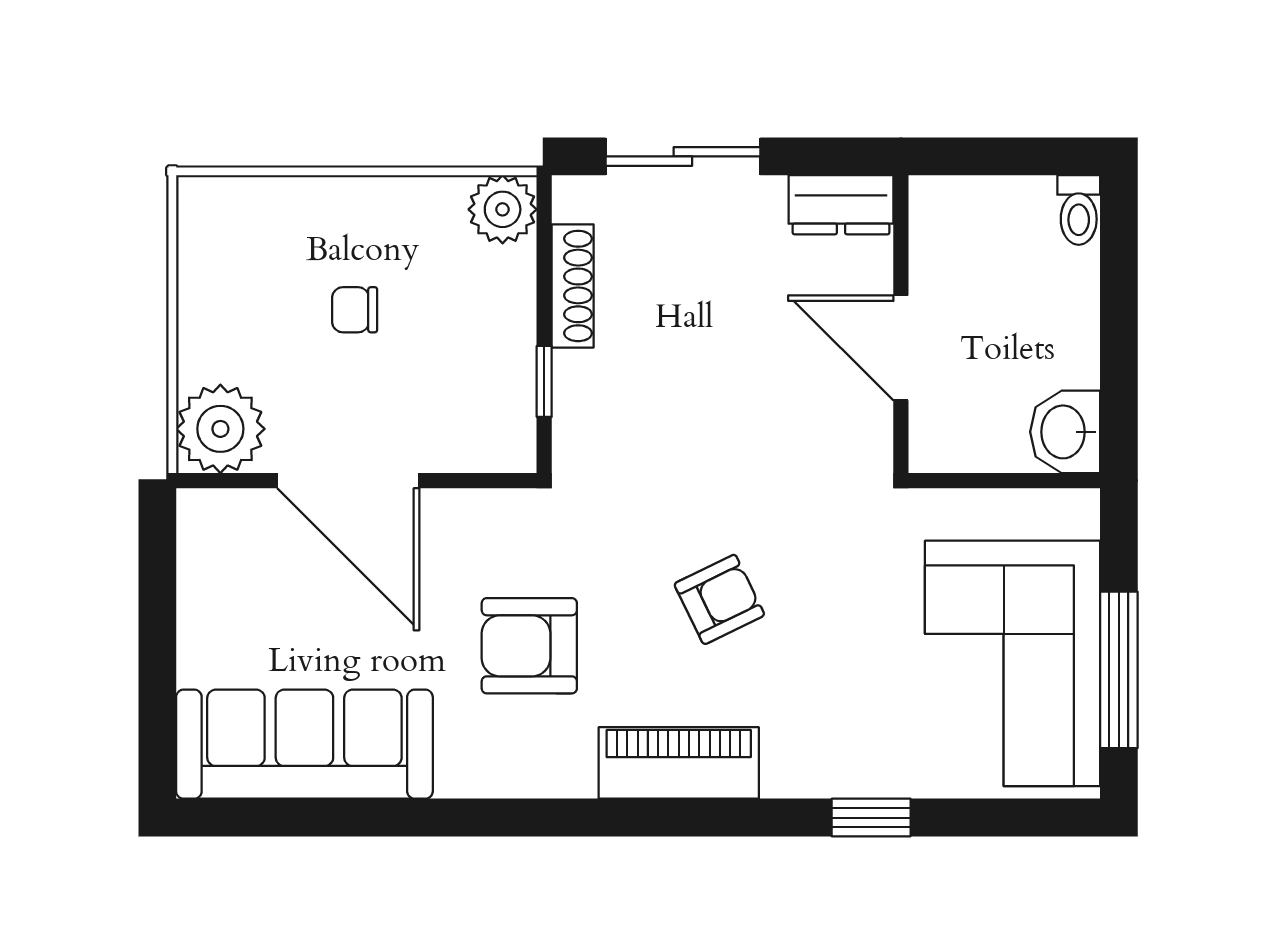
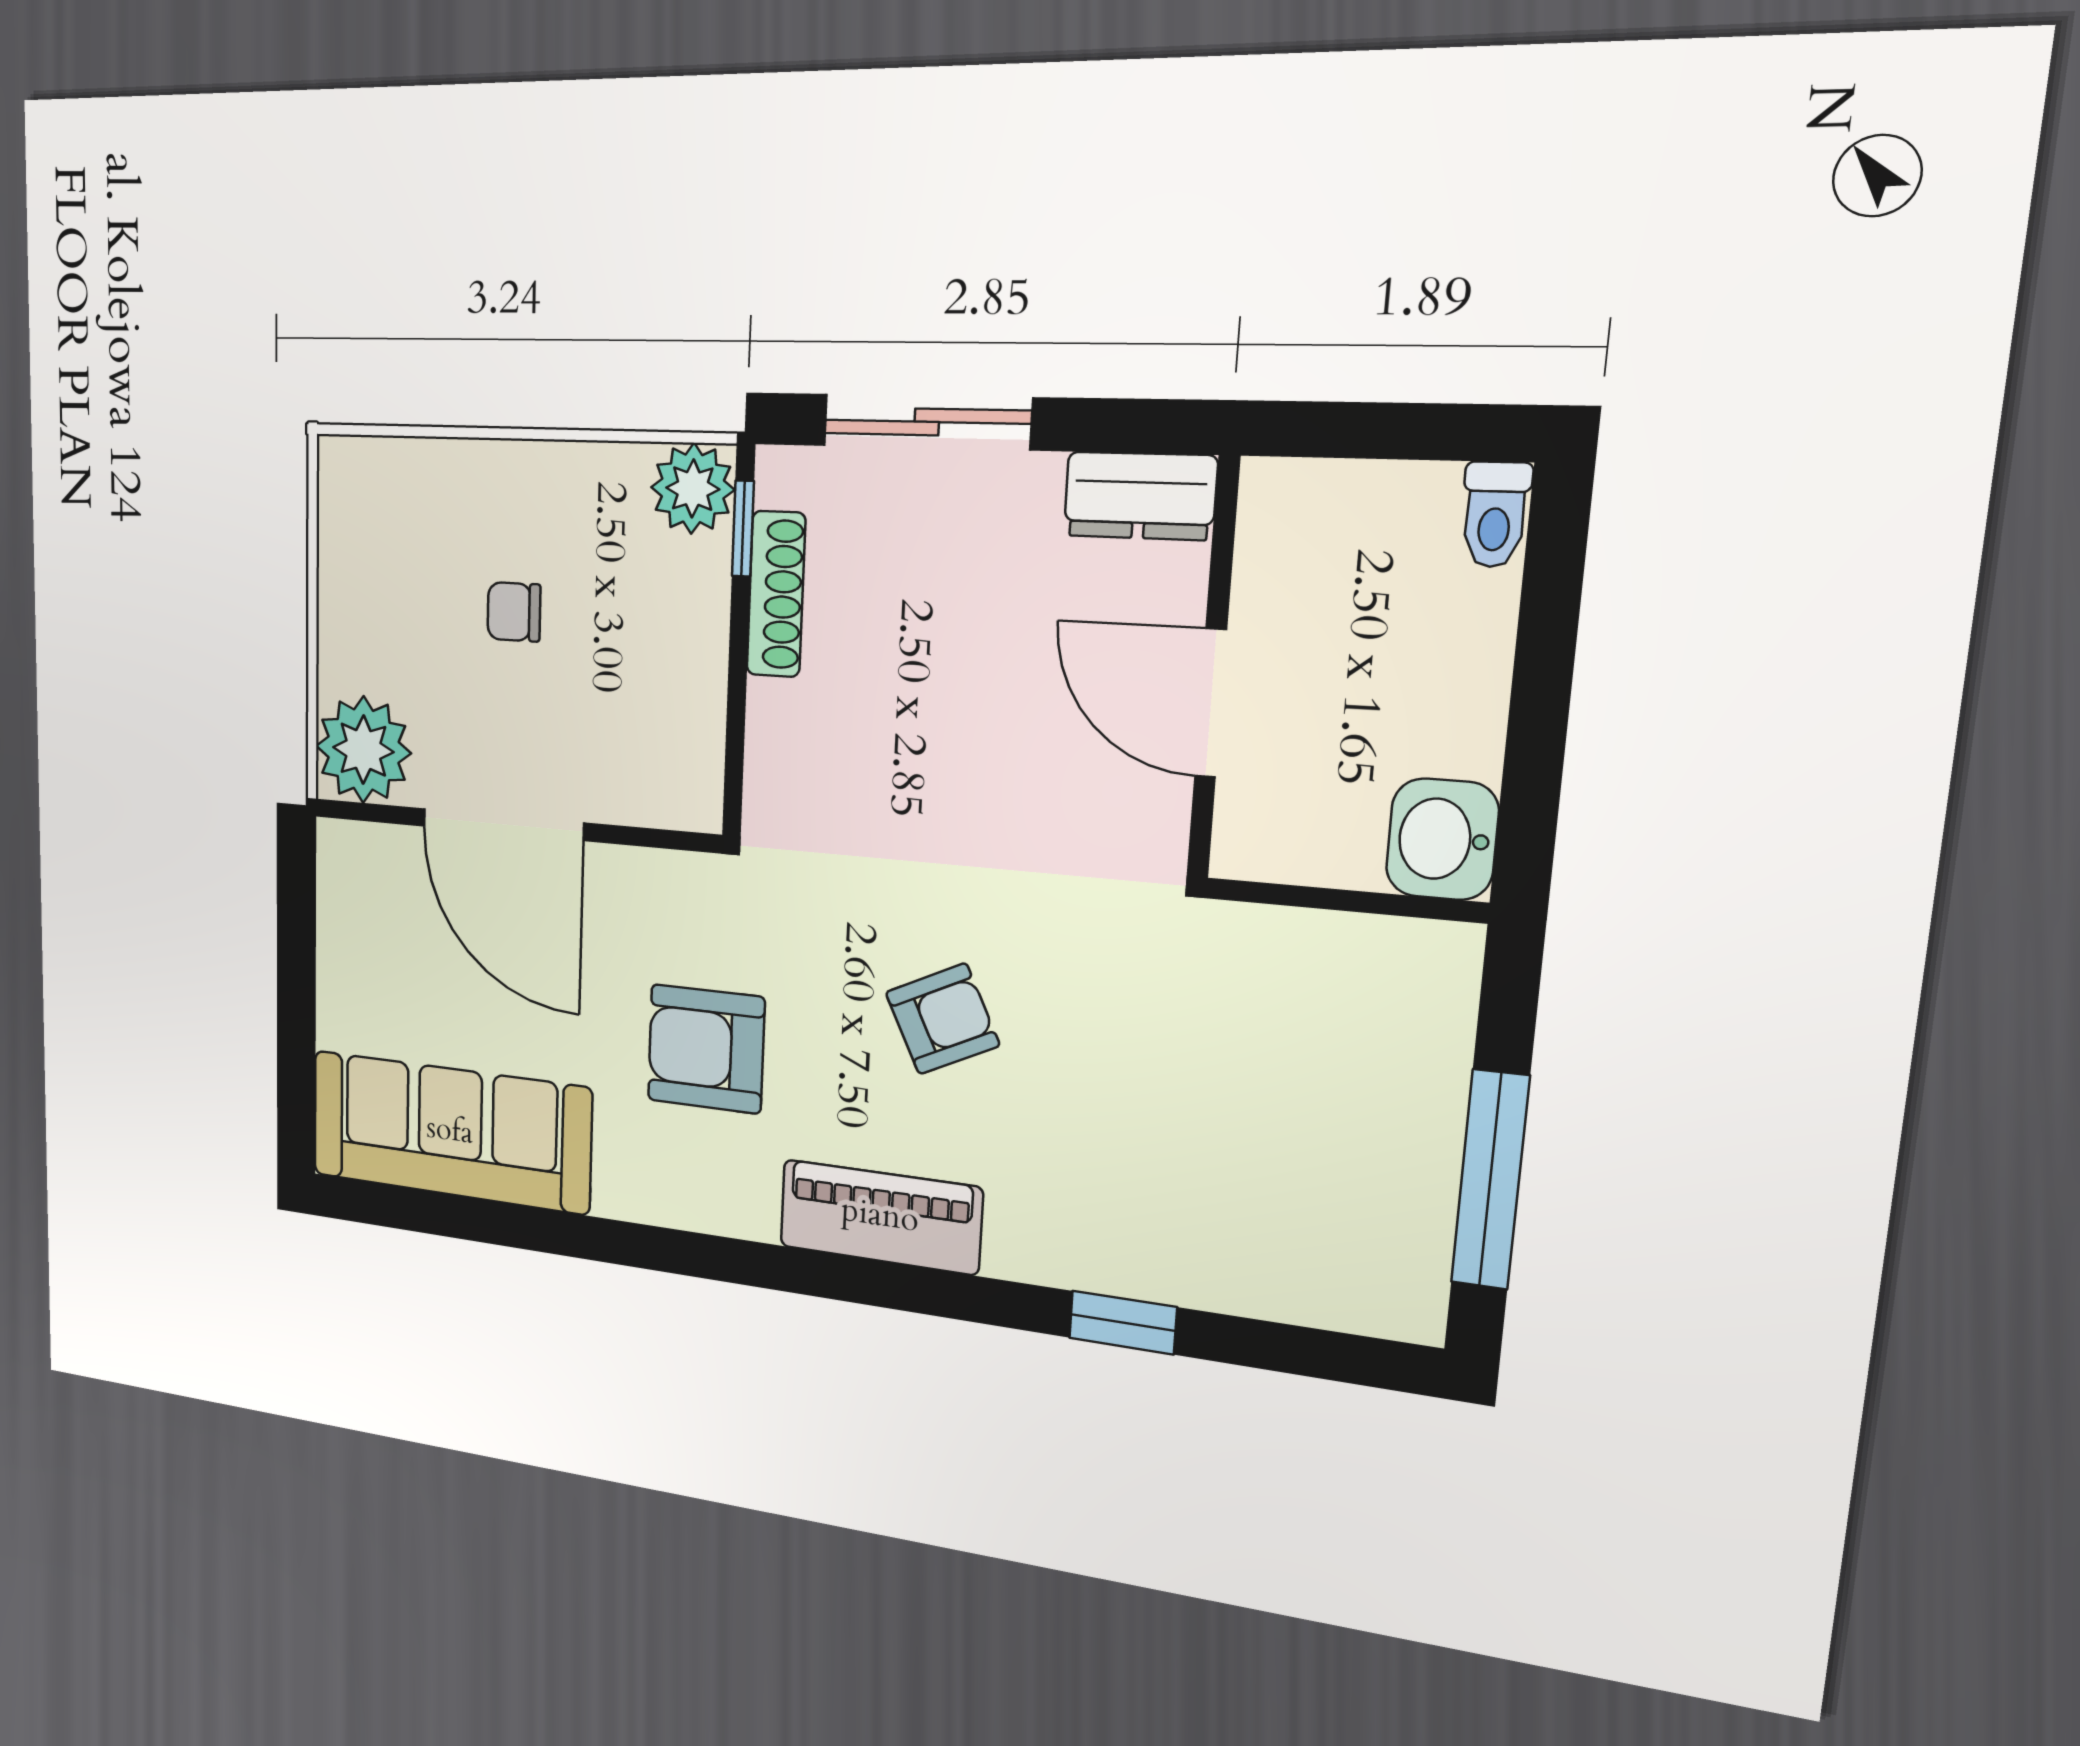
window: (544, 381) -> (743, 529), moved
corner sofa: (1012, 663) -> (1334, 1151), removed

